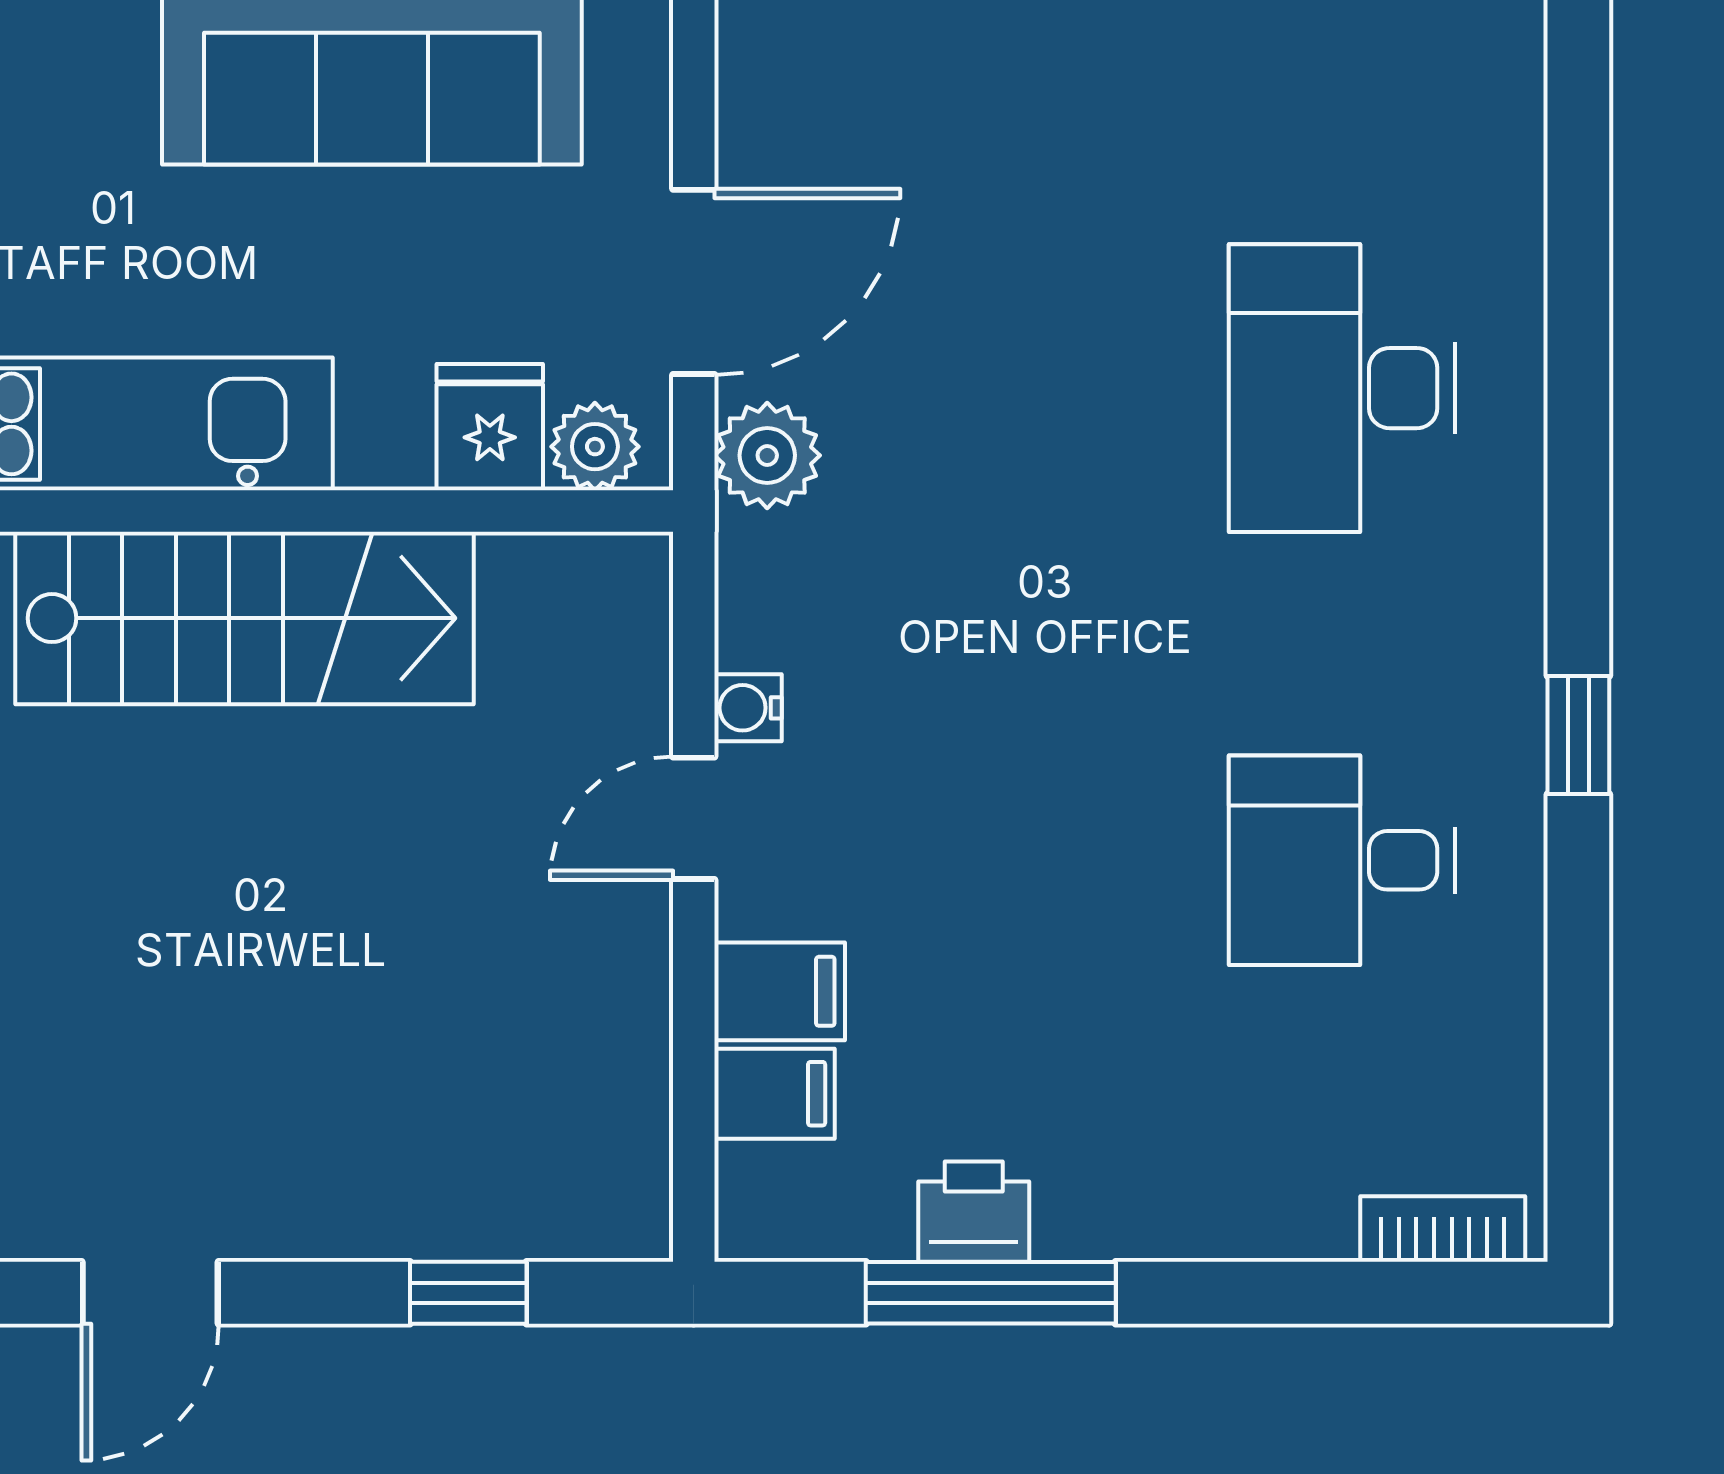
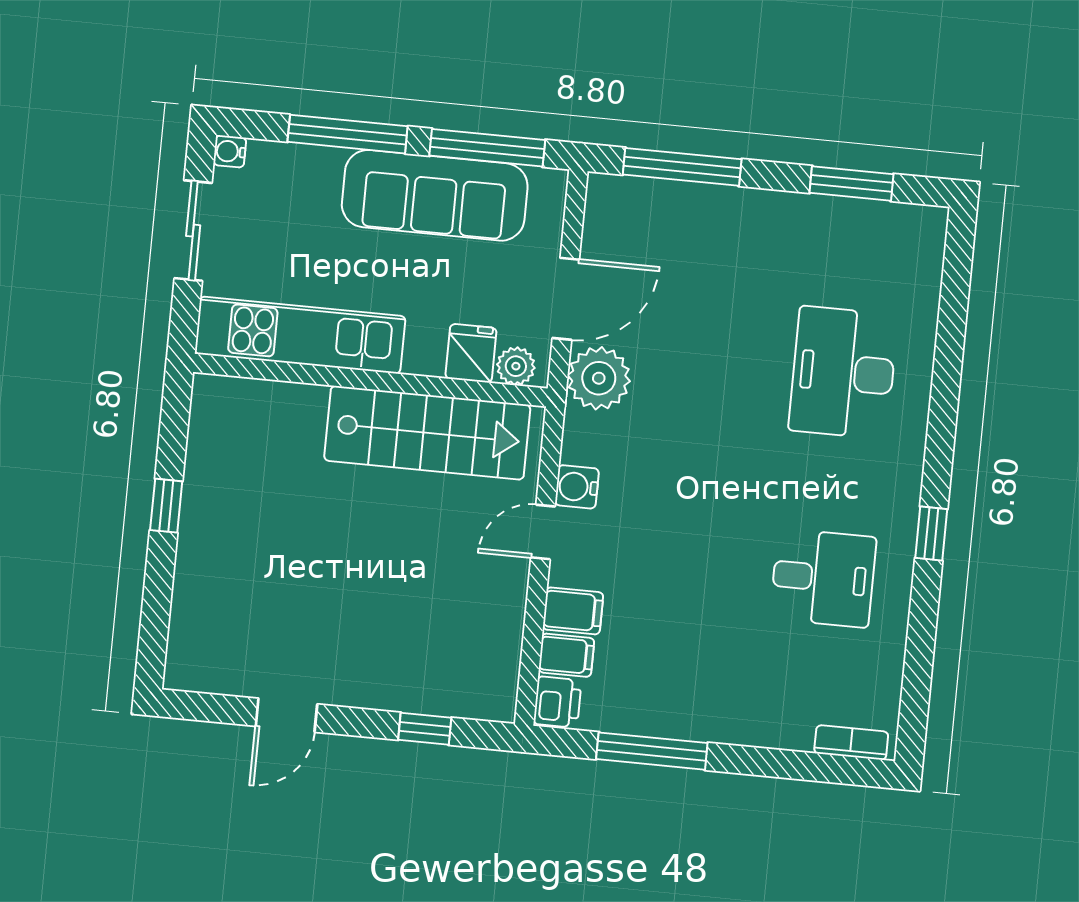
plant: (767, 455) -> (599, 378), width x1.36, depth x1.36
stairs: (244, 618) -> (427, 433), moved
water cooler: (748, 708) -> (577, 487), width x1.38, depth x1.38
desk: (1342, 860) -> (823, 578), turned 180
printer: (974, 1212) -> (557, 702), moved, turned 90

